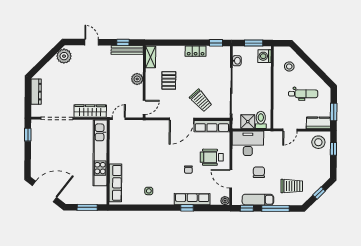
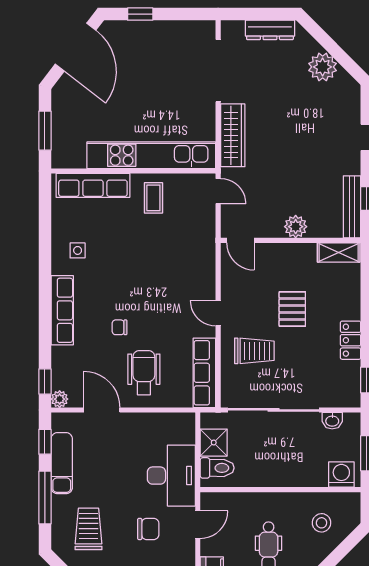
plant: (64, 56) -> (323, 67), moved
pallet: (169, 80) -> (292, 309), moved, turned 90
trolley: (201, 100) -> (254, 351), turned -137
door: (181, 119) -> (218, 313), width x0.53
door: (290, 130) -> (198, 525), swing flipped
window: (28, 135) -> (140, 14), moved
desk: (248, 143) -> (171, 476), moved
coffee table: (122, 152) -> (153, 198), added
chair: (259, 172) -> (148, 529), moved
door: (231, 179) -> (102, 410), hinge flipped
trolley: (292, 186) -> (89, 529), turned 180
row of seats: (192, 199) -> (62, 310), moved
window: (187, 208) -> (45, 382), moved

